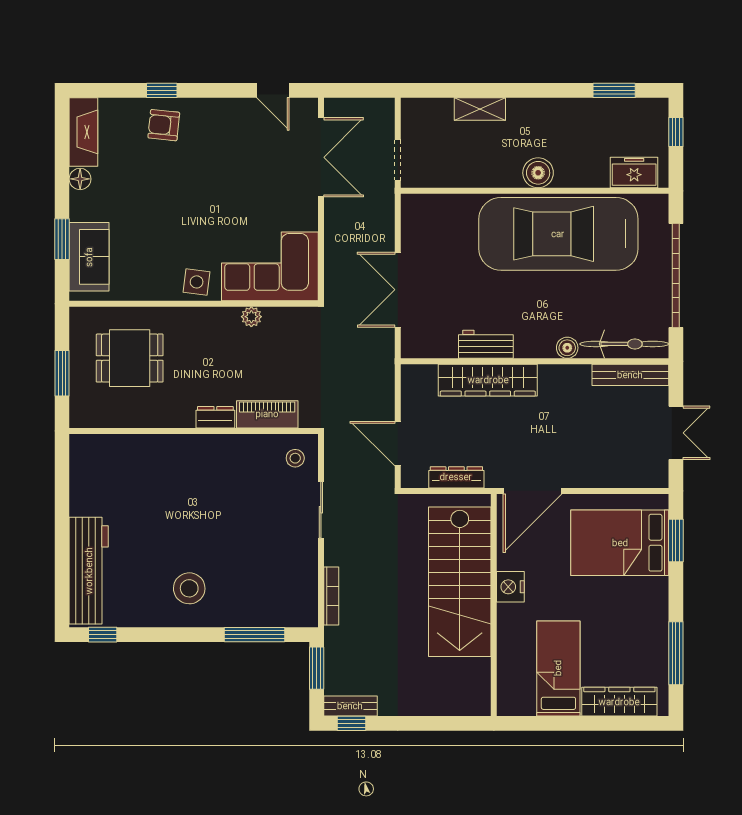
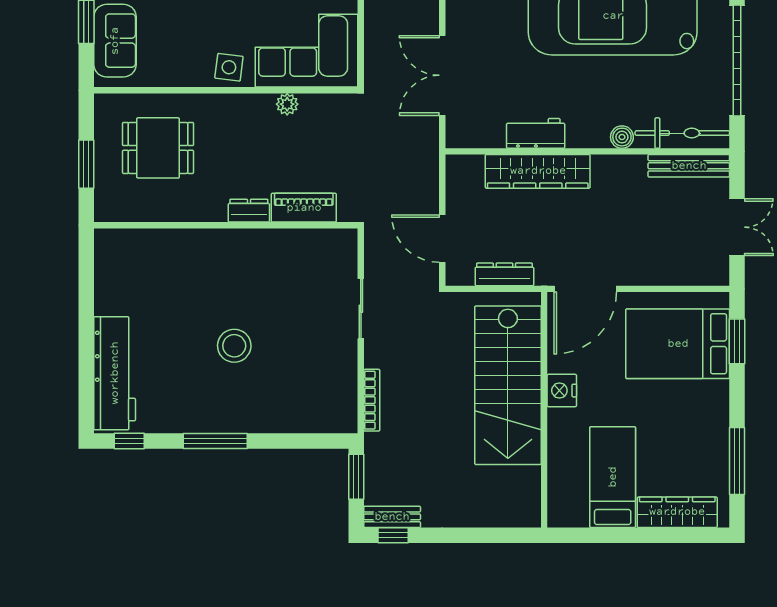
stool: (295, 458) -> (334, 254), removed
stool: (189, 588) -> (234, 346), moved
window: (254, 635) -> (215, 441), moved

